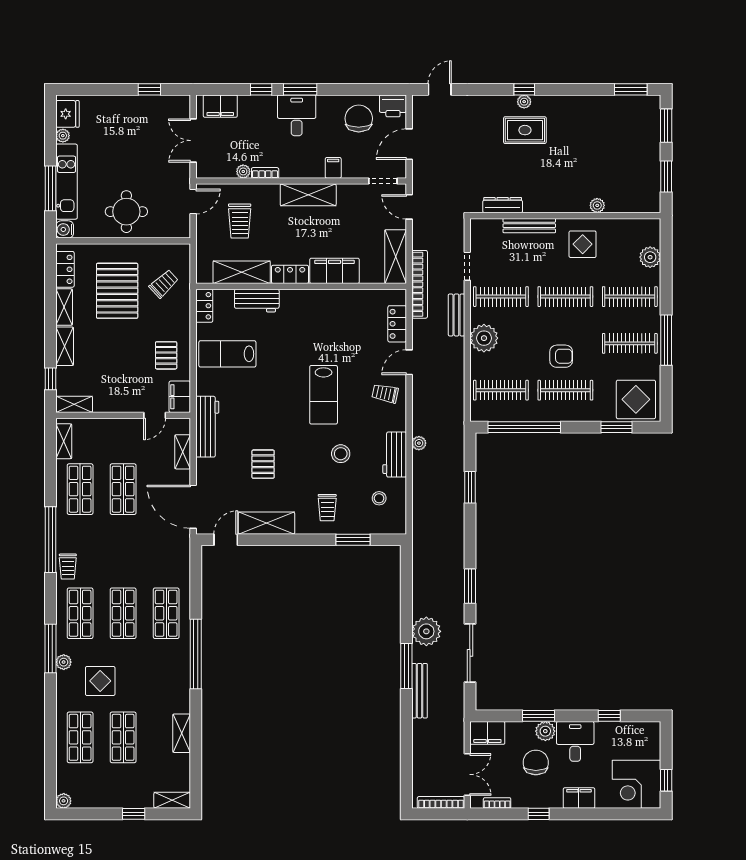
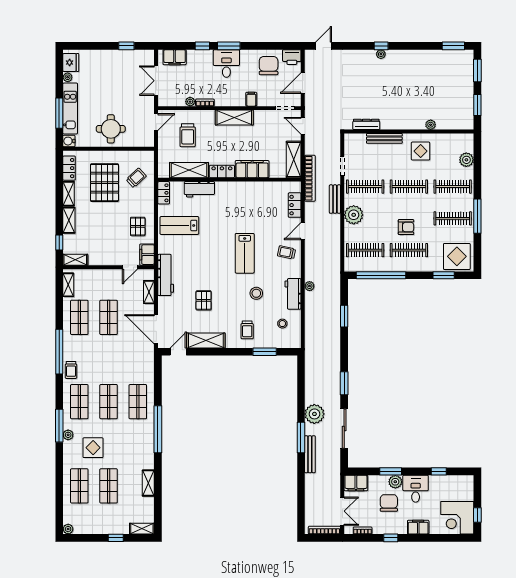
rug: (525, 130) -> (381, 74), removed

